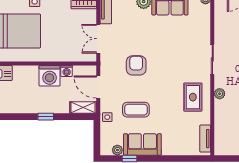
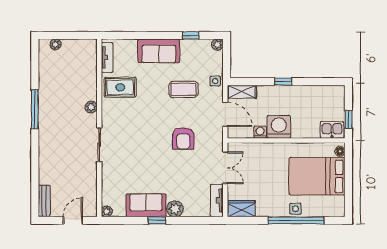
rug: (193, 97) -> (120, 87), moved, turned 90
sofa: (142, 144) -> (159, 51), moved
plant: (117, 150) -> (217, 45), moved

